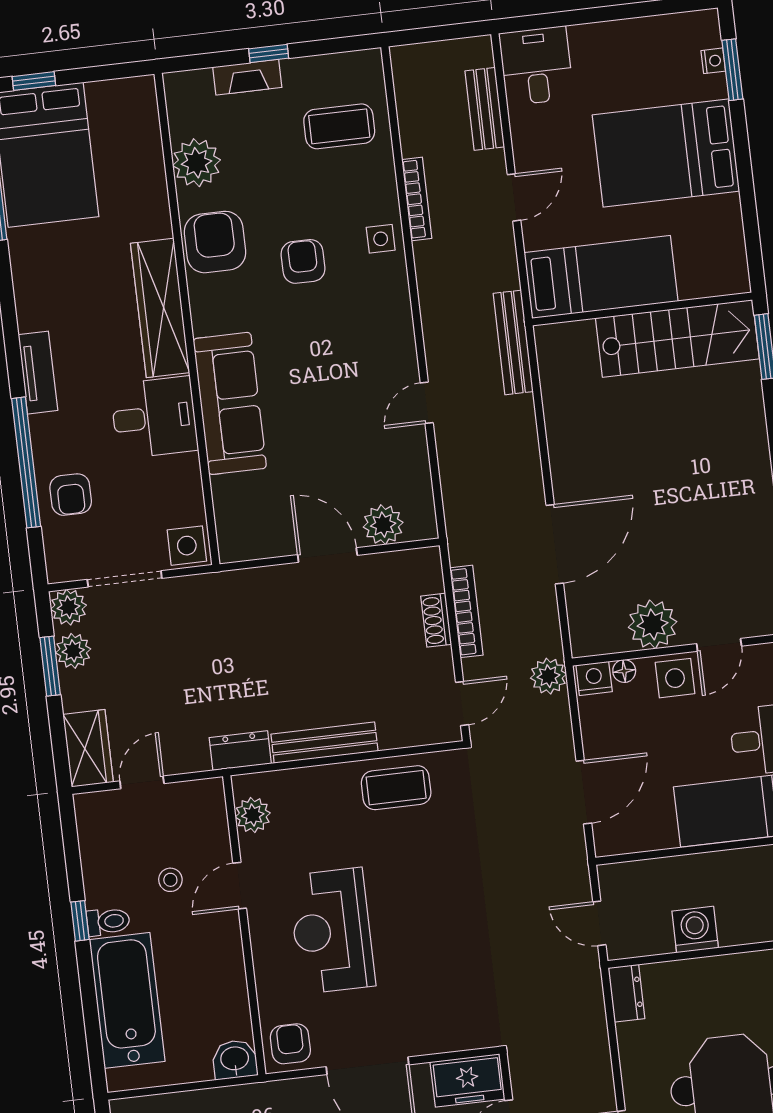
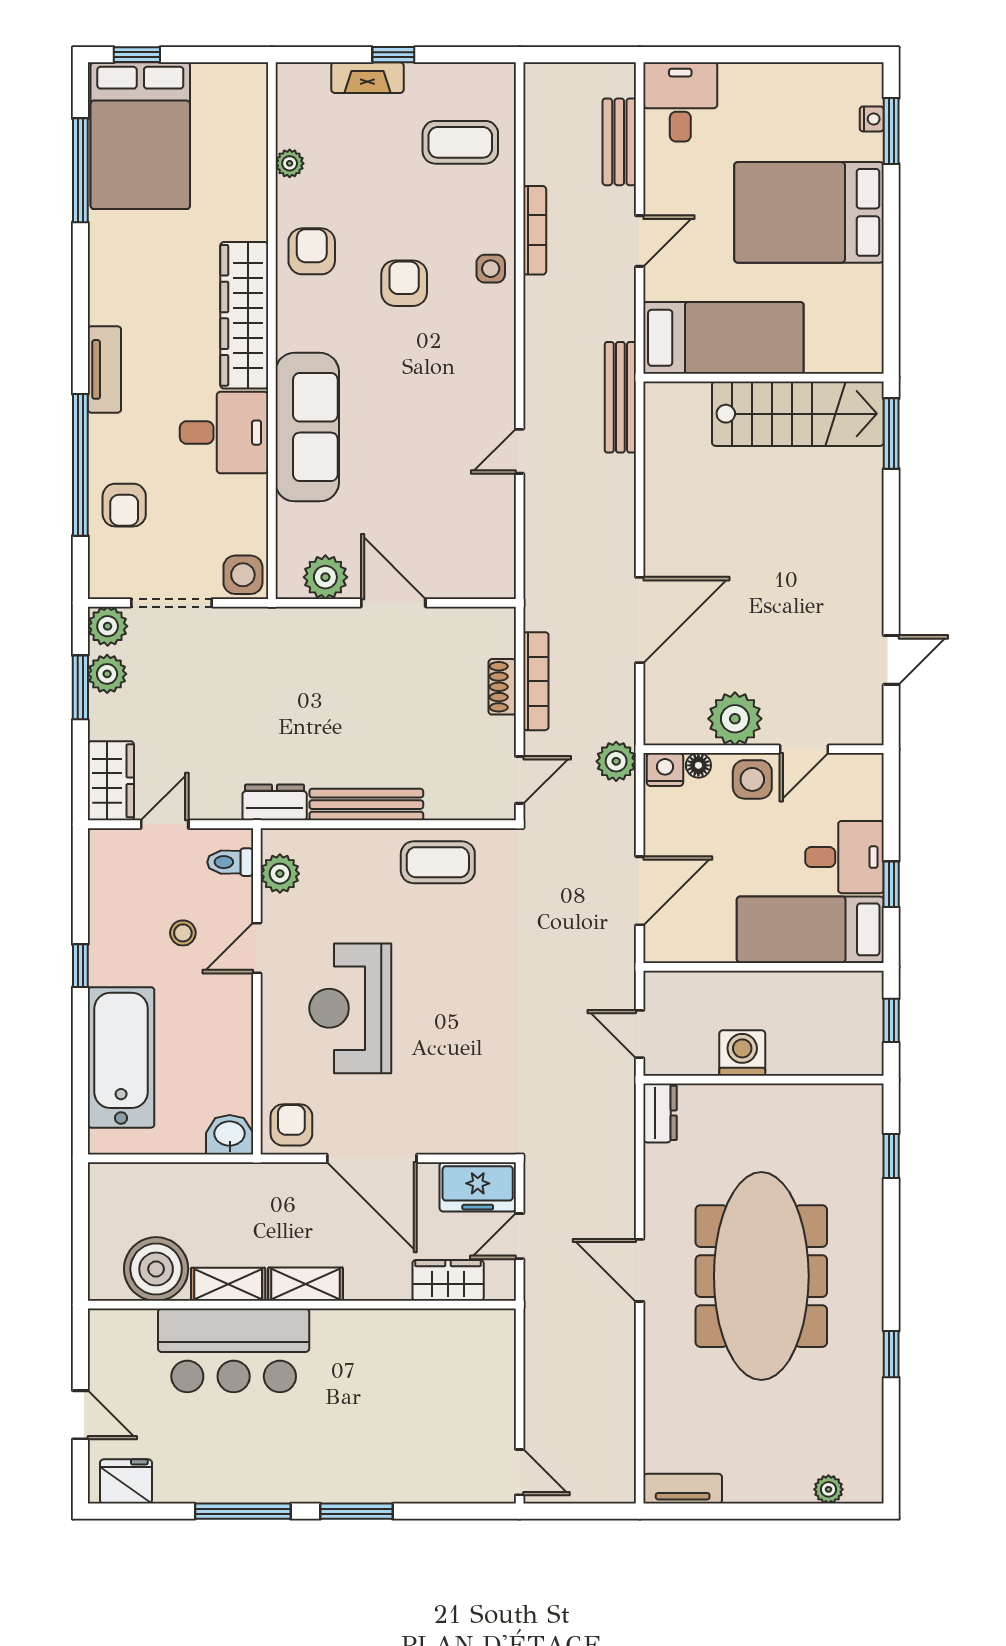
plant: (196, 163) -> (290, 163), width x0.53, depth x0.53
armchair: (215, 242) -> (312, 251), width x0.72, depth x0.72
plant: (383, 525) -> (325, 577), moved
toilet: (108, 922) -> (230, 862), moved, turned 180

